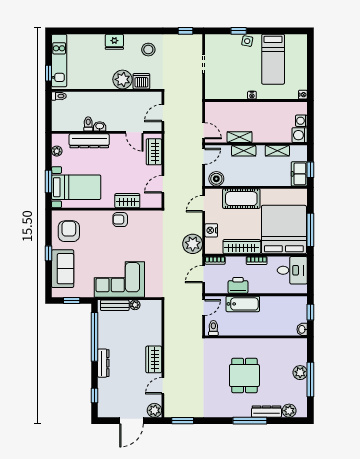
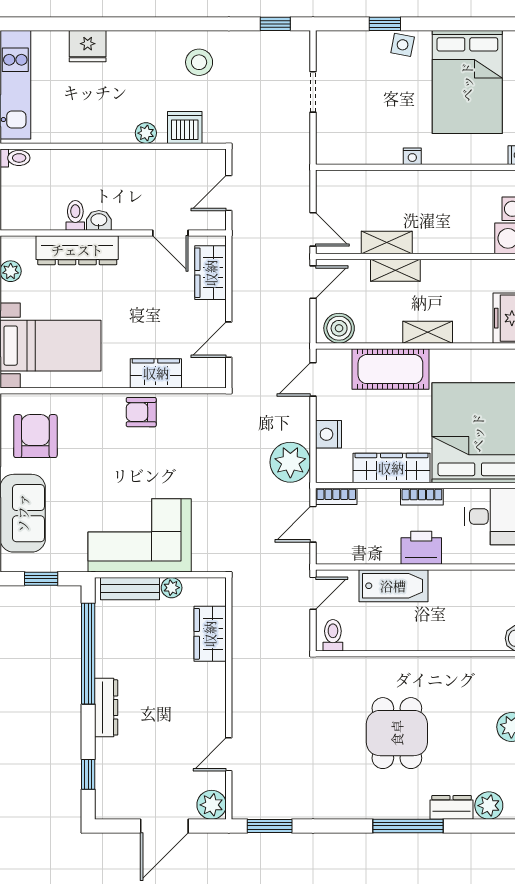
fridge: (114, 42) -> (88, 46), moved
bed: (273, 59) -> (467, 82), width x1.50
plant: (123, 79) -> (146, 133), width x0.53, depth x0.53
shelving: (277, 151) -> (428, 332), moved
printer: (238, 285) -> (421, 548), moved
wardrobe: (154, 359) -> (210, 634), moved
dresser: (266, 412) -> (452, 807), width x0.70

